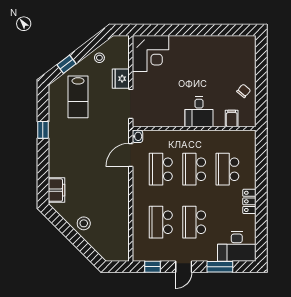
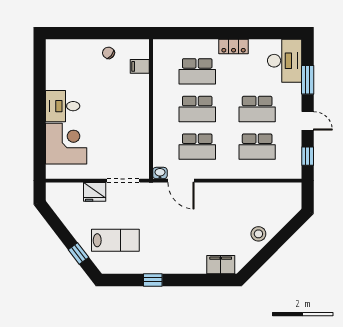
corner desk: (150, 53) -> (66, 144), moved
stool: (99, 58) -> (71, 216), removed
desk: (199, 112) -> (63, 106), moved, turned 180

